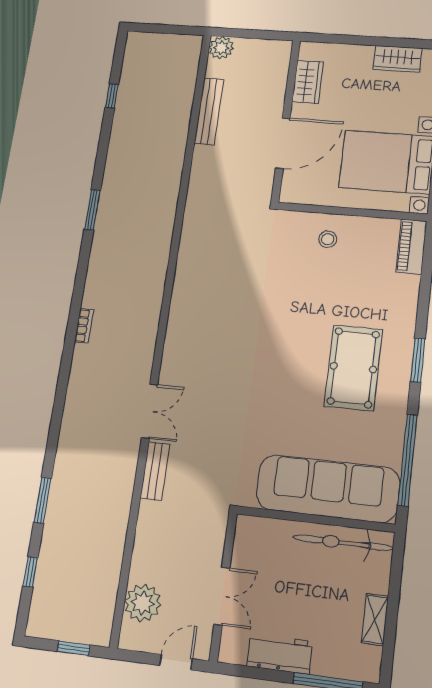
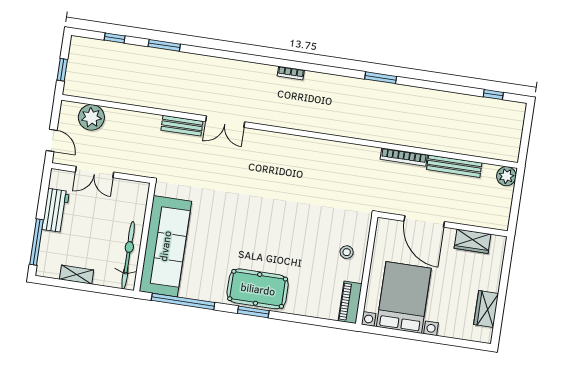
window: (112, 96) -> (493, 95), moved
bookcase: (197, 174) -> (404, 157), added
piano: (412, 247) -> (350, 302), moved, turned -90
pool table: (353, 368) -> (258, 289), moved

